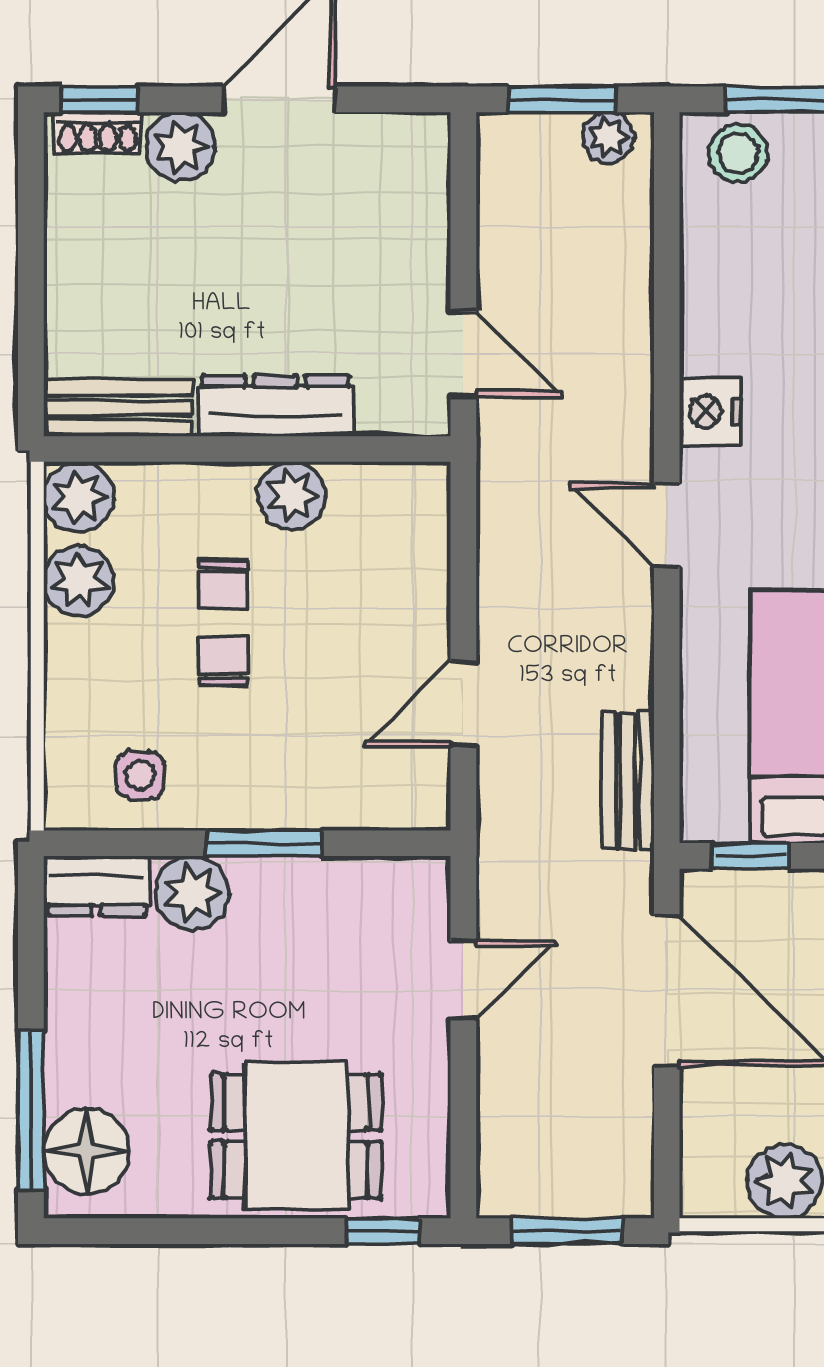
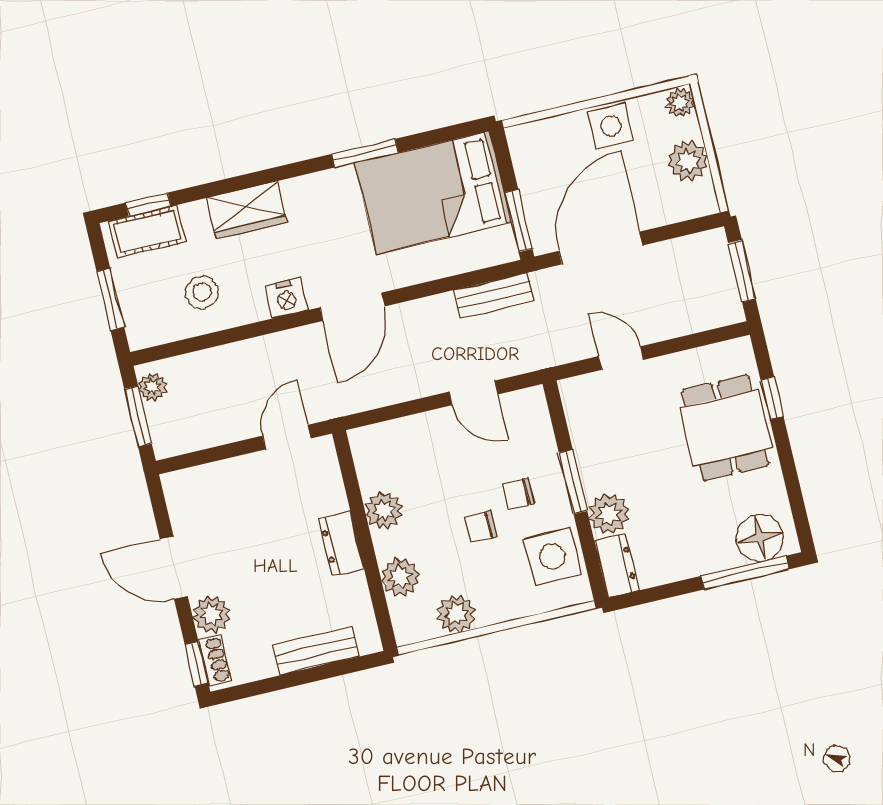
stool: (738, 153) -> (202, 292), moved
dresser: (275, 406) -> (341, 544), width x0.70
bench: (118, 408) -> (316, 651), moved, turned 90
plant: (79, 497) -> (400, 577), moved
door: (667, 525) -> (352, 307), width x1.38
chair: (223, 585) -> (518, 494), moved, turned 180
side table: (140, 775) -> (552, 557), width x1.87, depth x1.87
window: (750, 856) -> (518, 221), width x1.50
window: (383, 1231) -> (772, 398), moved

